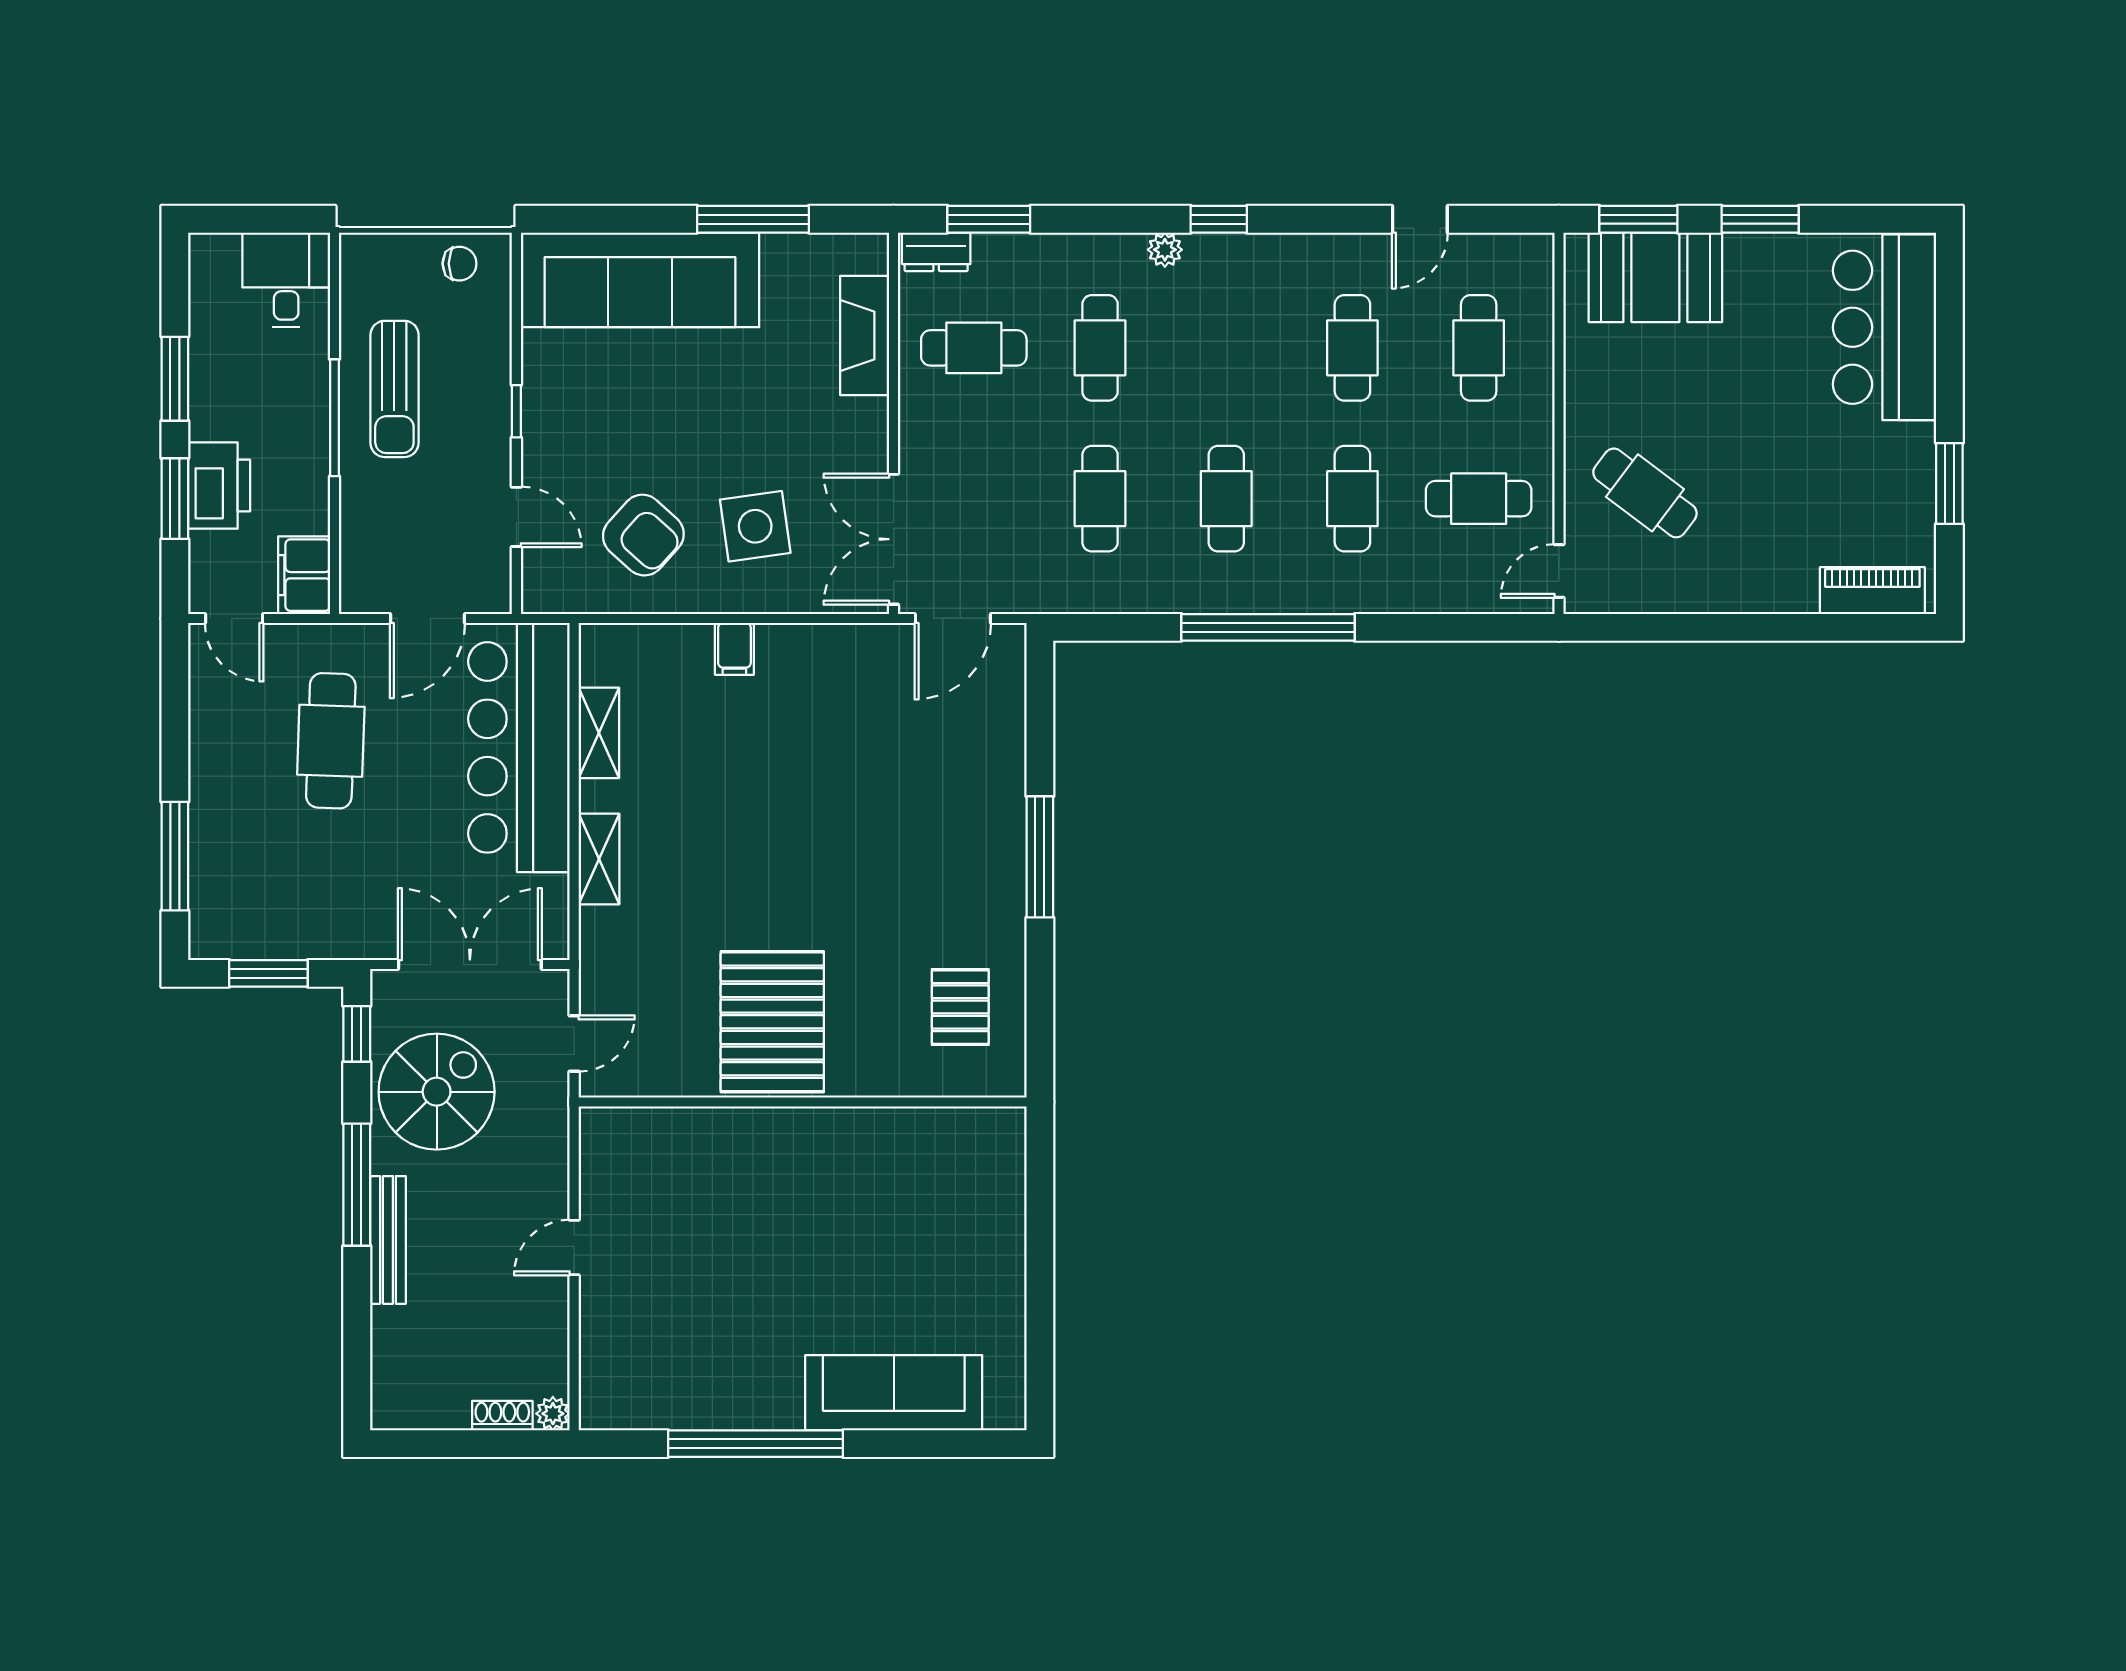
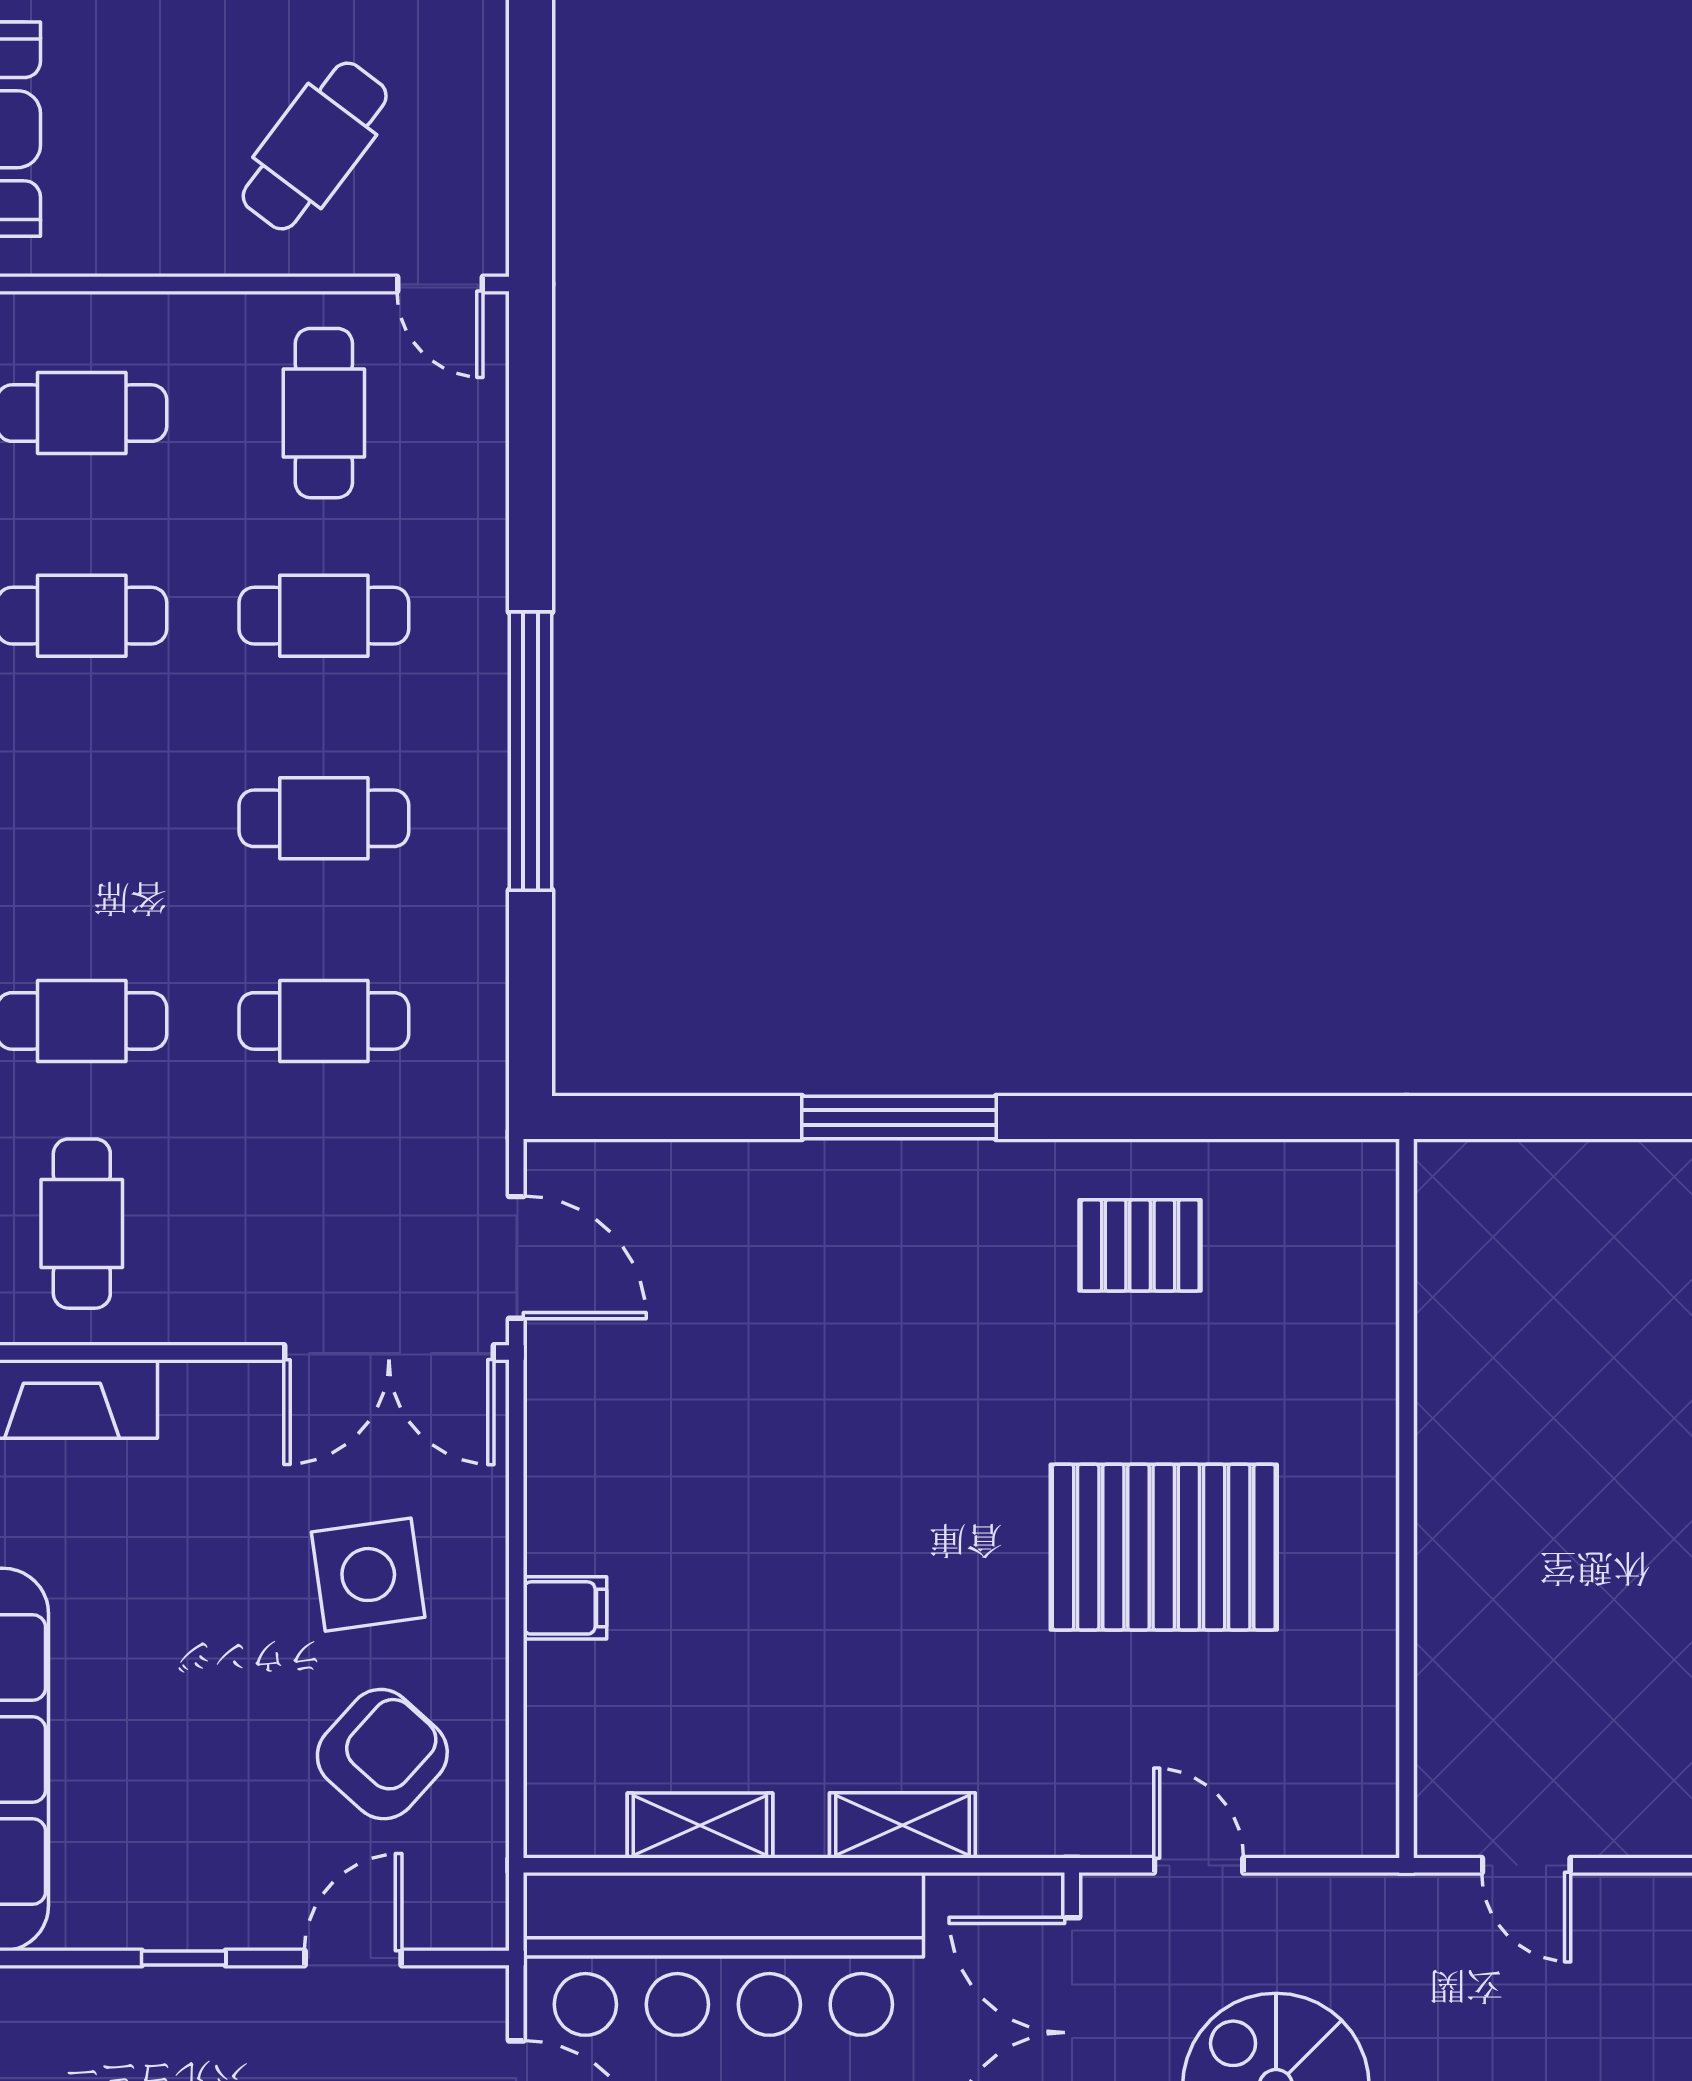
wall: (803, 1102) -> (1407, 1499), moved

